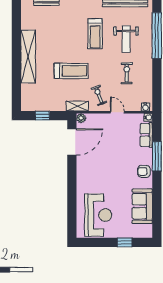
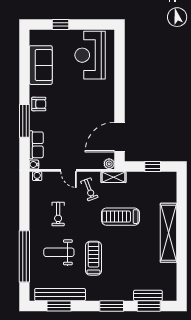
weight bench: (126, 39) -> (59, 252), turned -90

